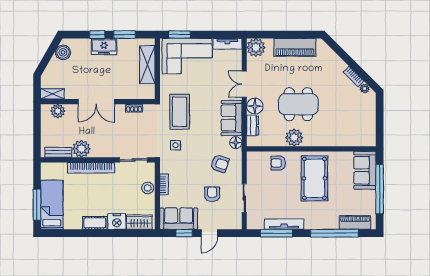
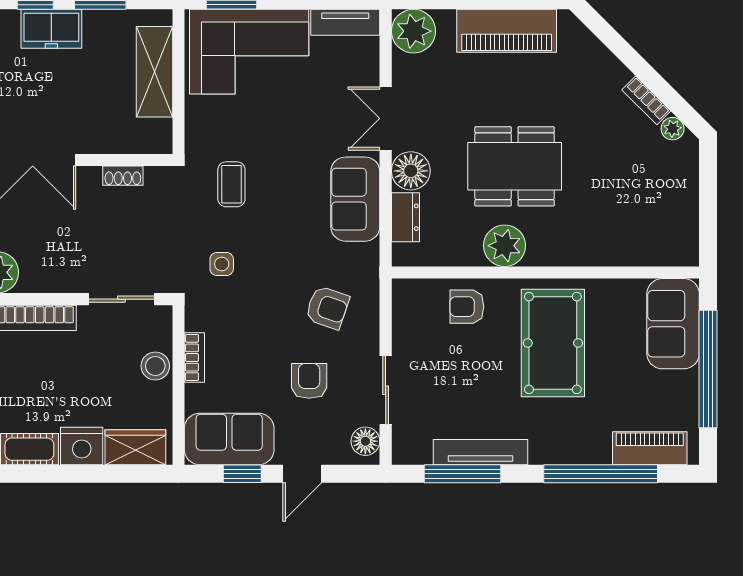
coffee table: (180, 112) -> (231, 184), width x0.54, depth x0.58
floor lamp: (236, 143) -> (365, 441), moved

